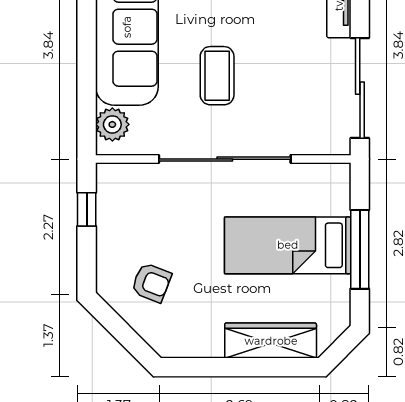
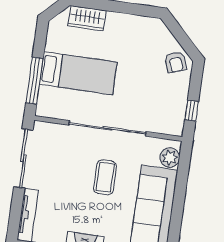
window: (360, 249) -> (34, 81), moved
armchair: (151, 283) -> (176, 62), moved, turned -131
wardrobe: (271, 341) -> (87, 18), width x0.67

